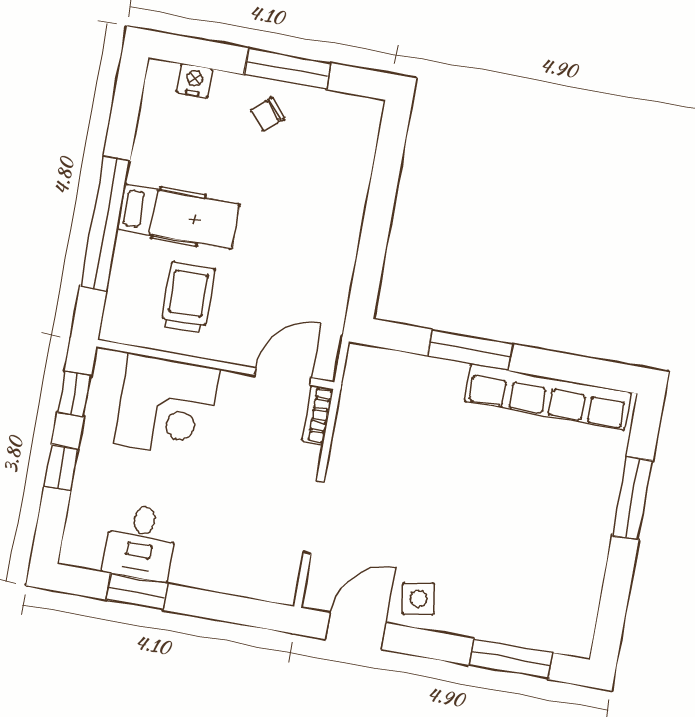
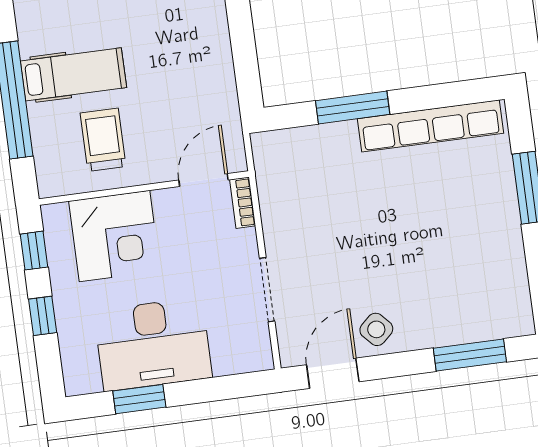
desk: (140, 542) -> (153, 344), width x1.87, depth x1.30
side table: (418, 599) -> (376, 329), turned -33

